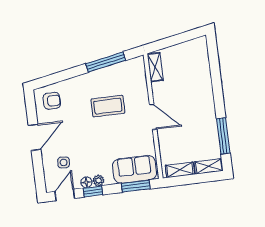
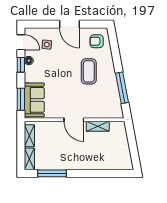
shelving: (155, 67) -> (98, 126), moved
armchair: (52, 101) -> (97, 41), turned 90
coffee table: (108, 106) -> (89, 71), moved
door: (153, 117) -> (74, 120), hinge flipped
plant: (99, 181) -> (29, 70), removed

